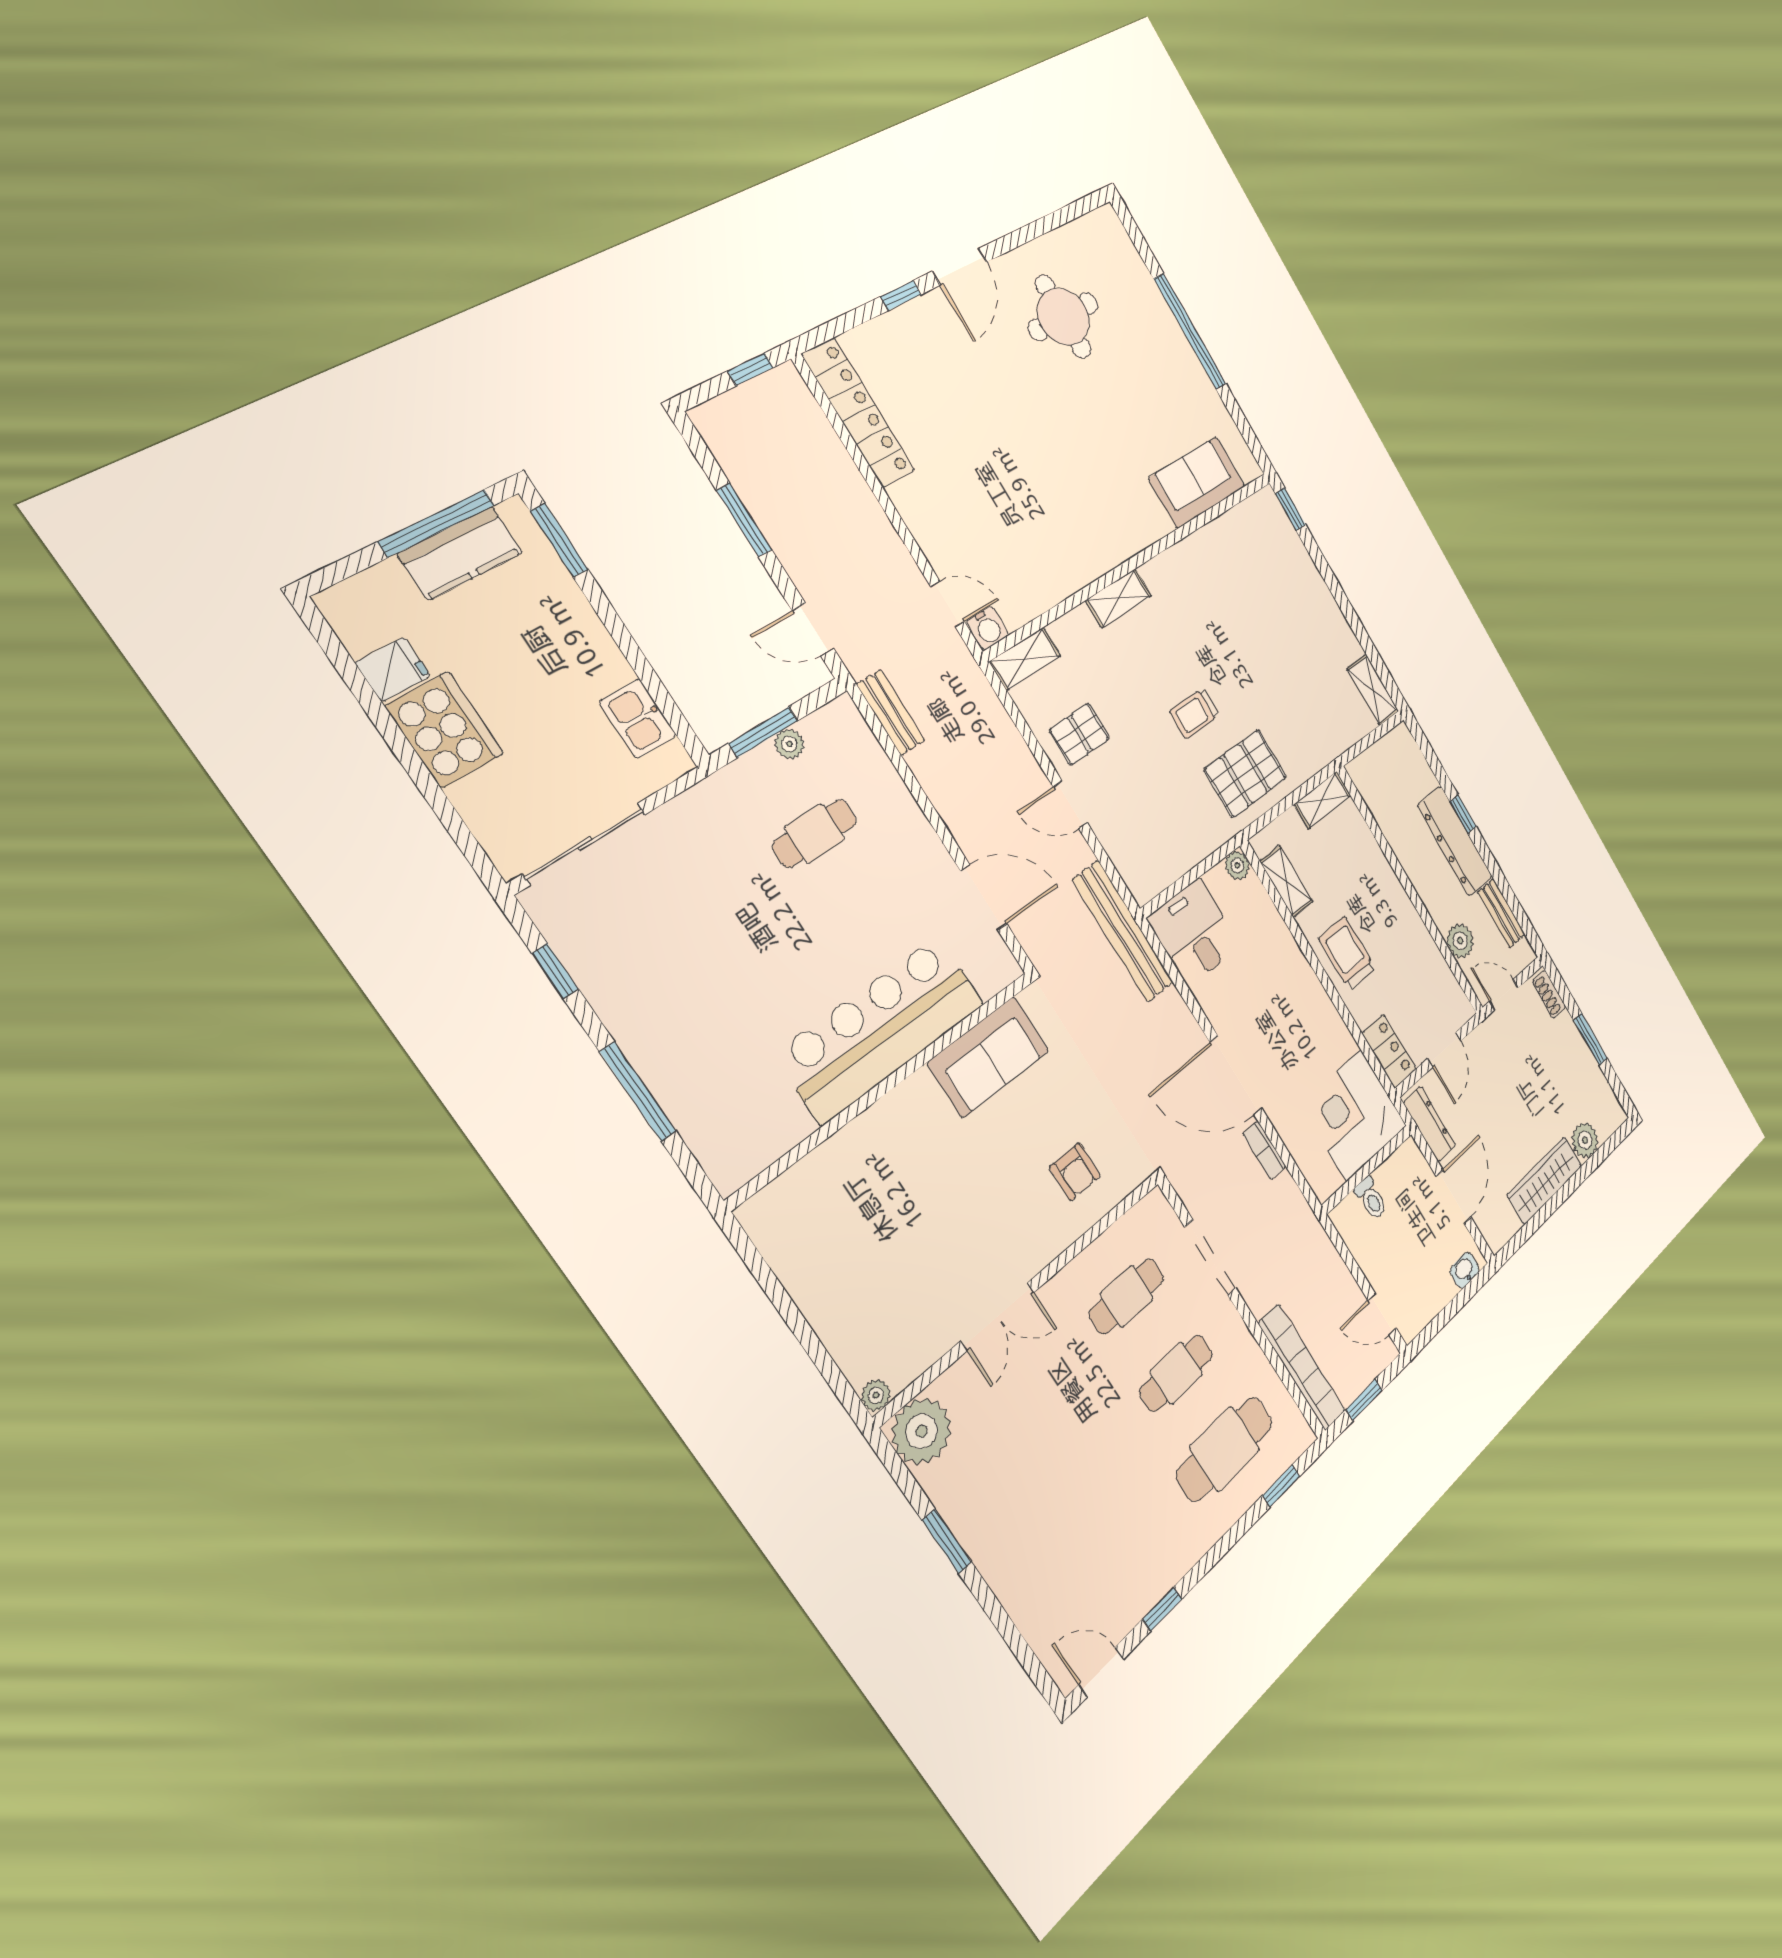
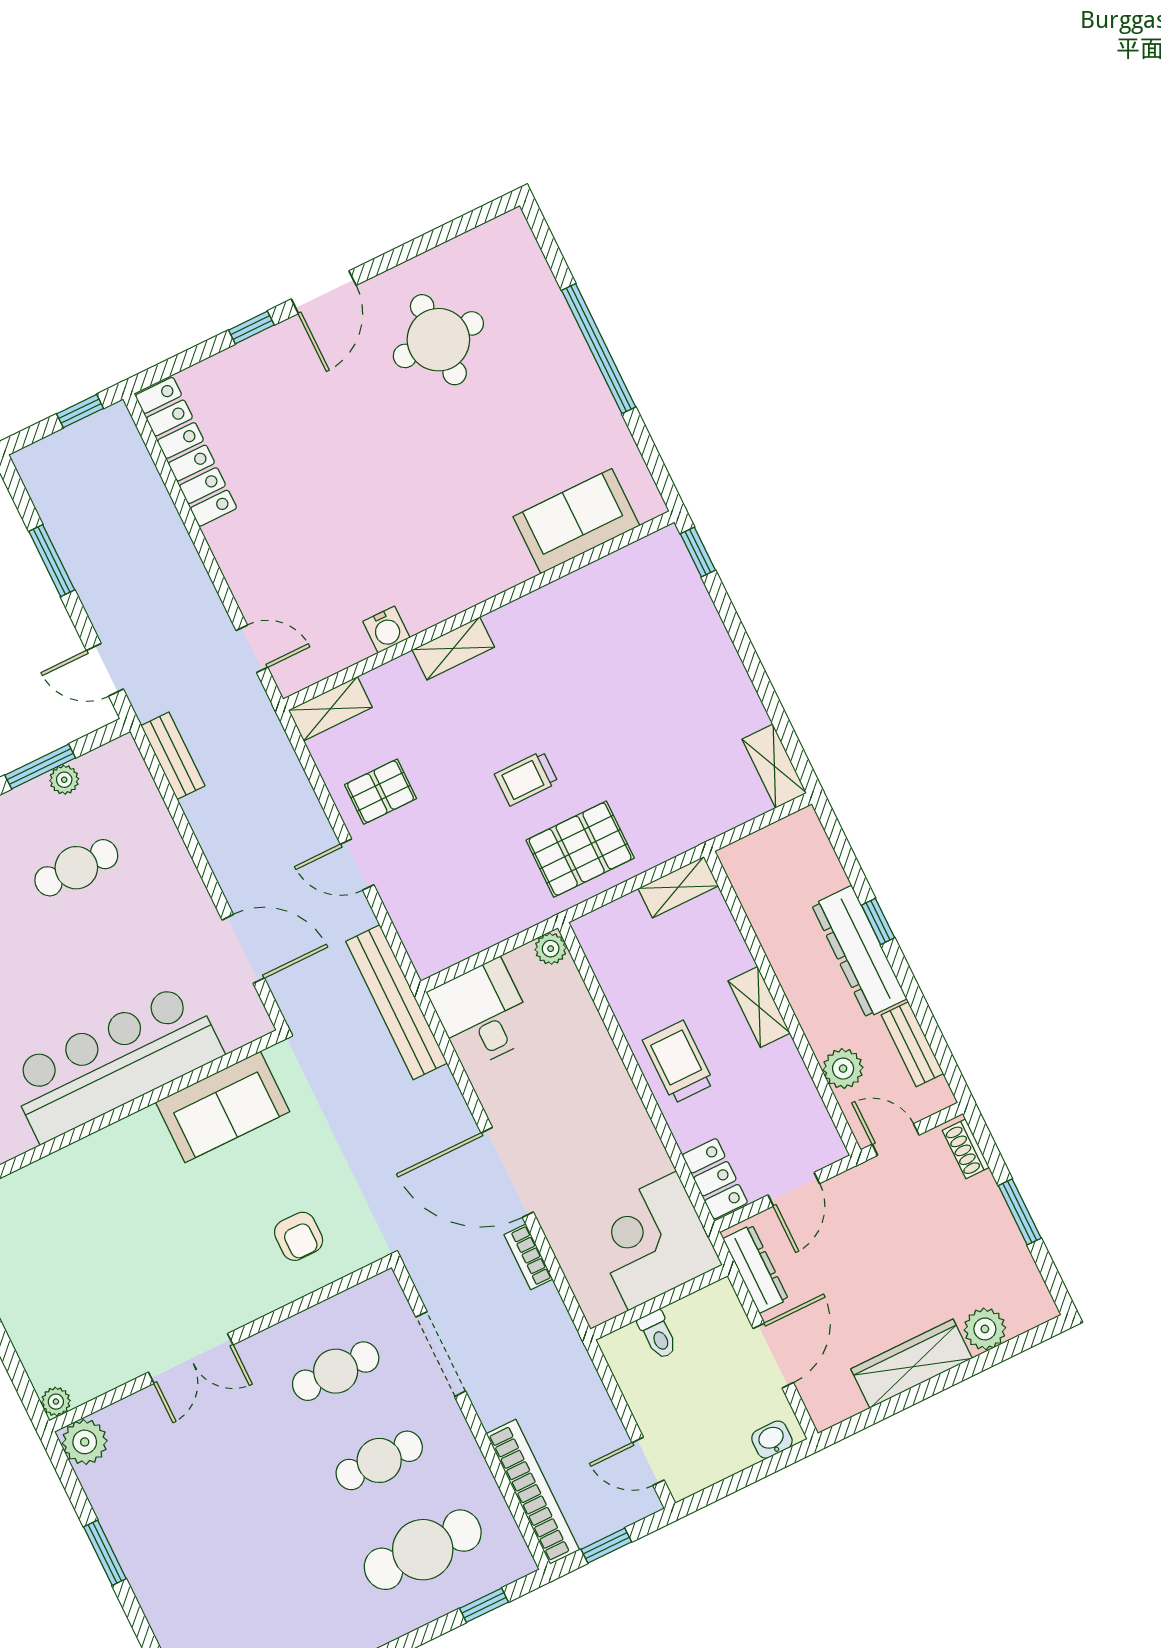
water cooler: (988, 628) -> (386, 630), moved
shelving: (1286, 882) -> (759, 1007), moved
plant: (922, 1431) -> (85, 1442), width x0.73, depth x0.73

